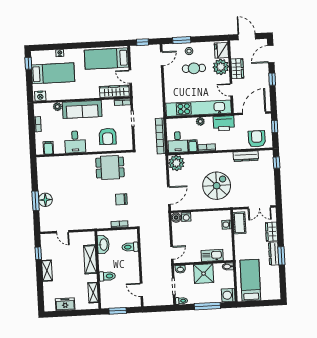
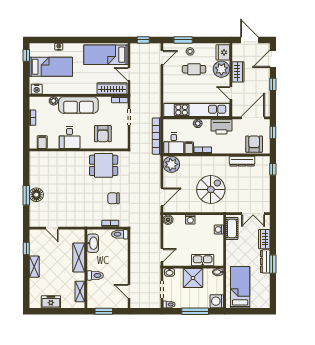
washing machine: (186, 217) -> (190, 219), moved
toilet: (130, 247) -> (120, 234), moved

